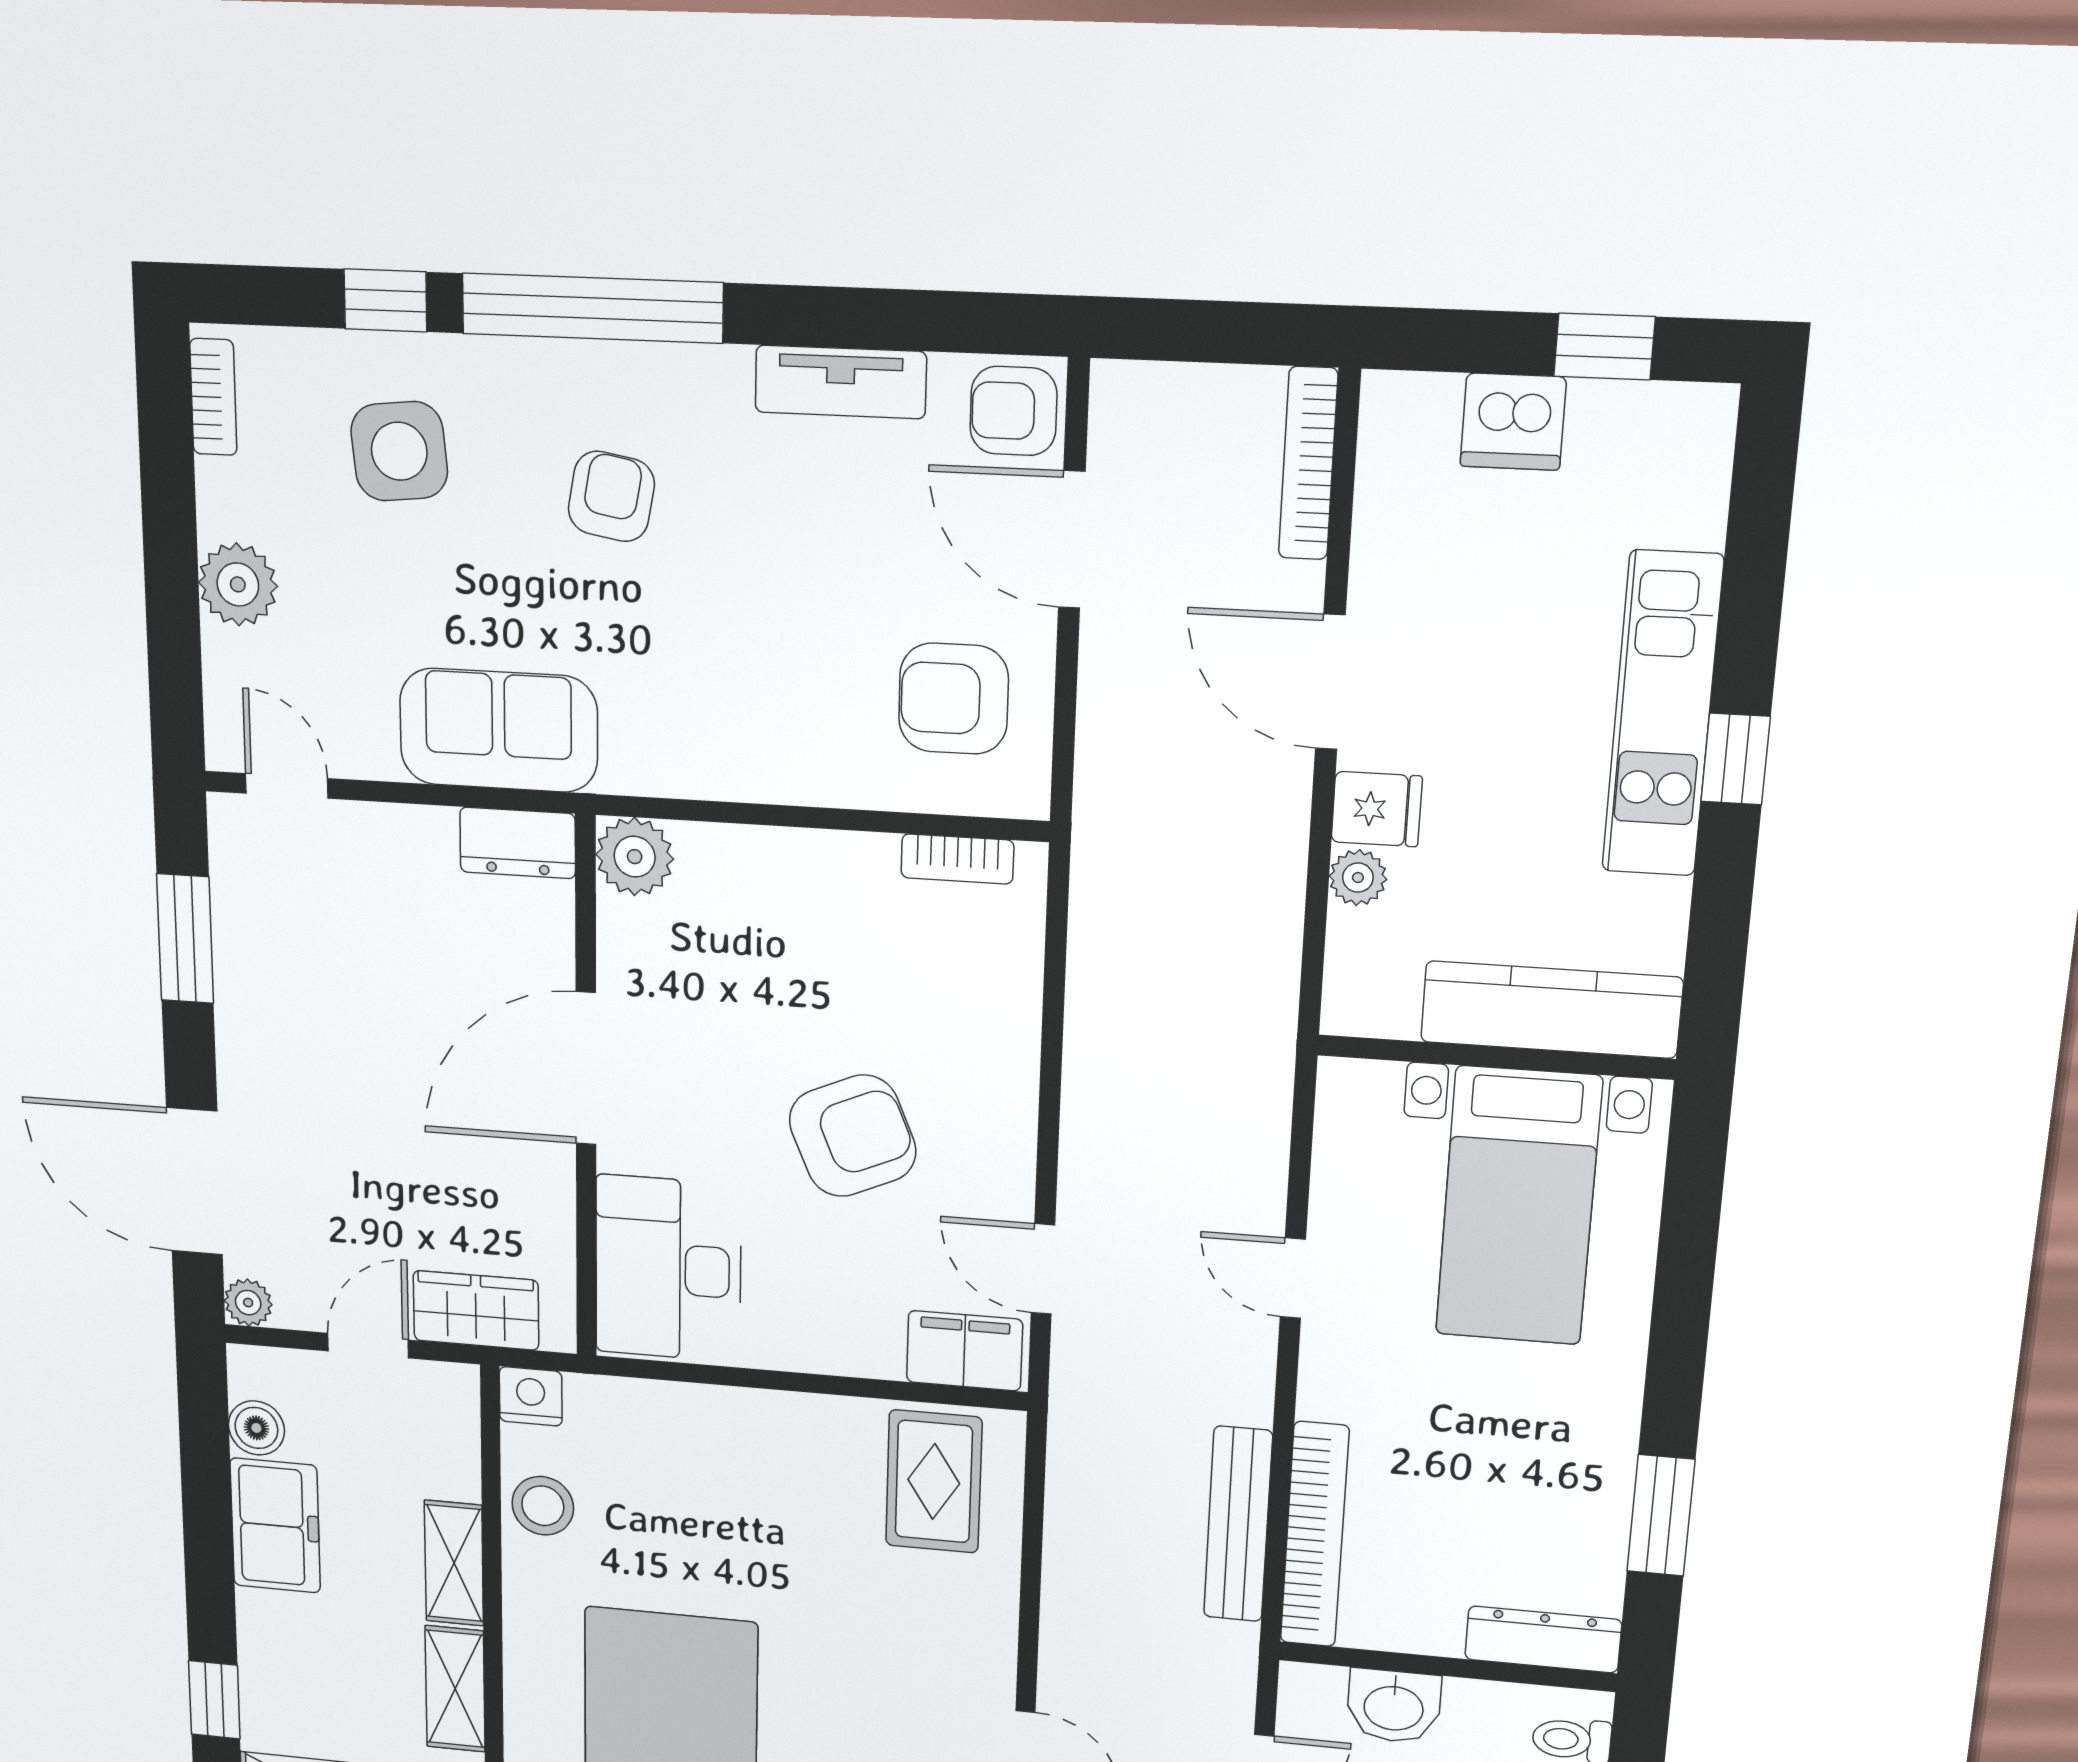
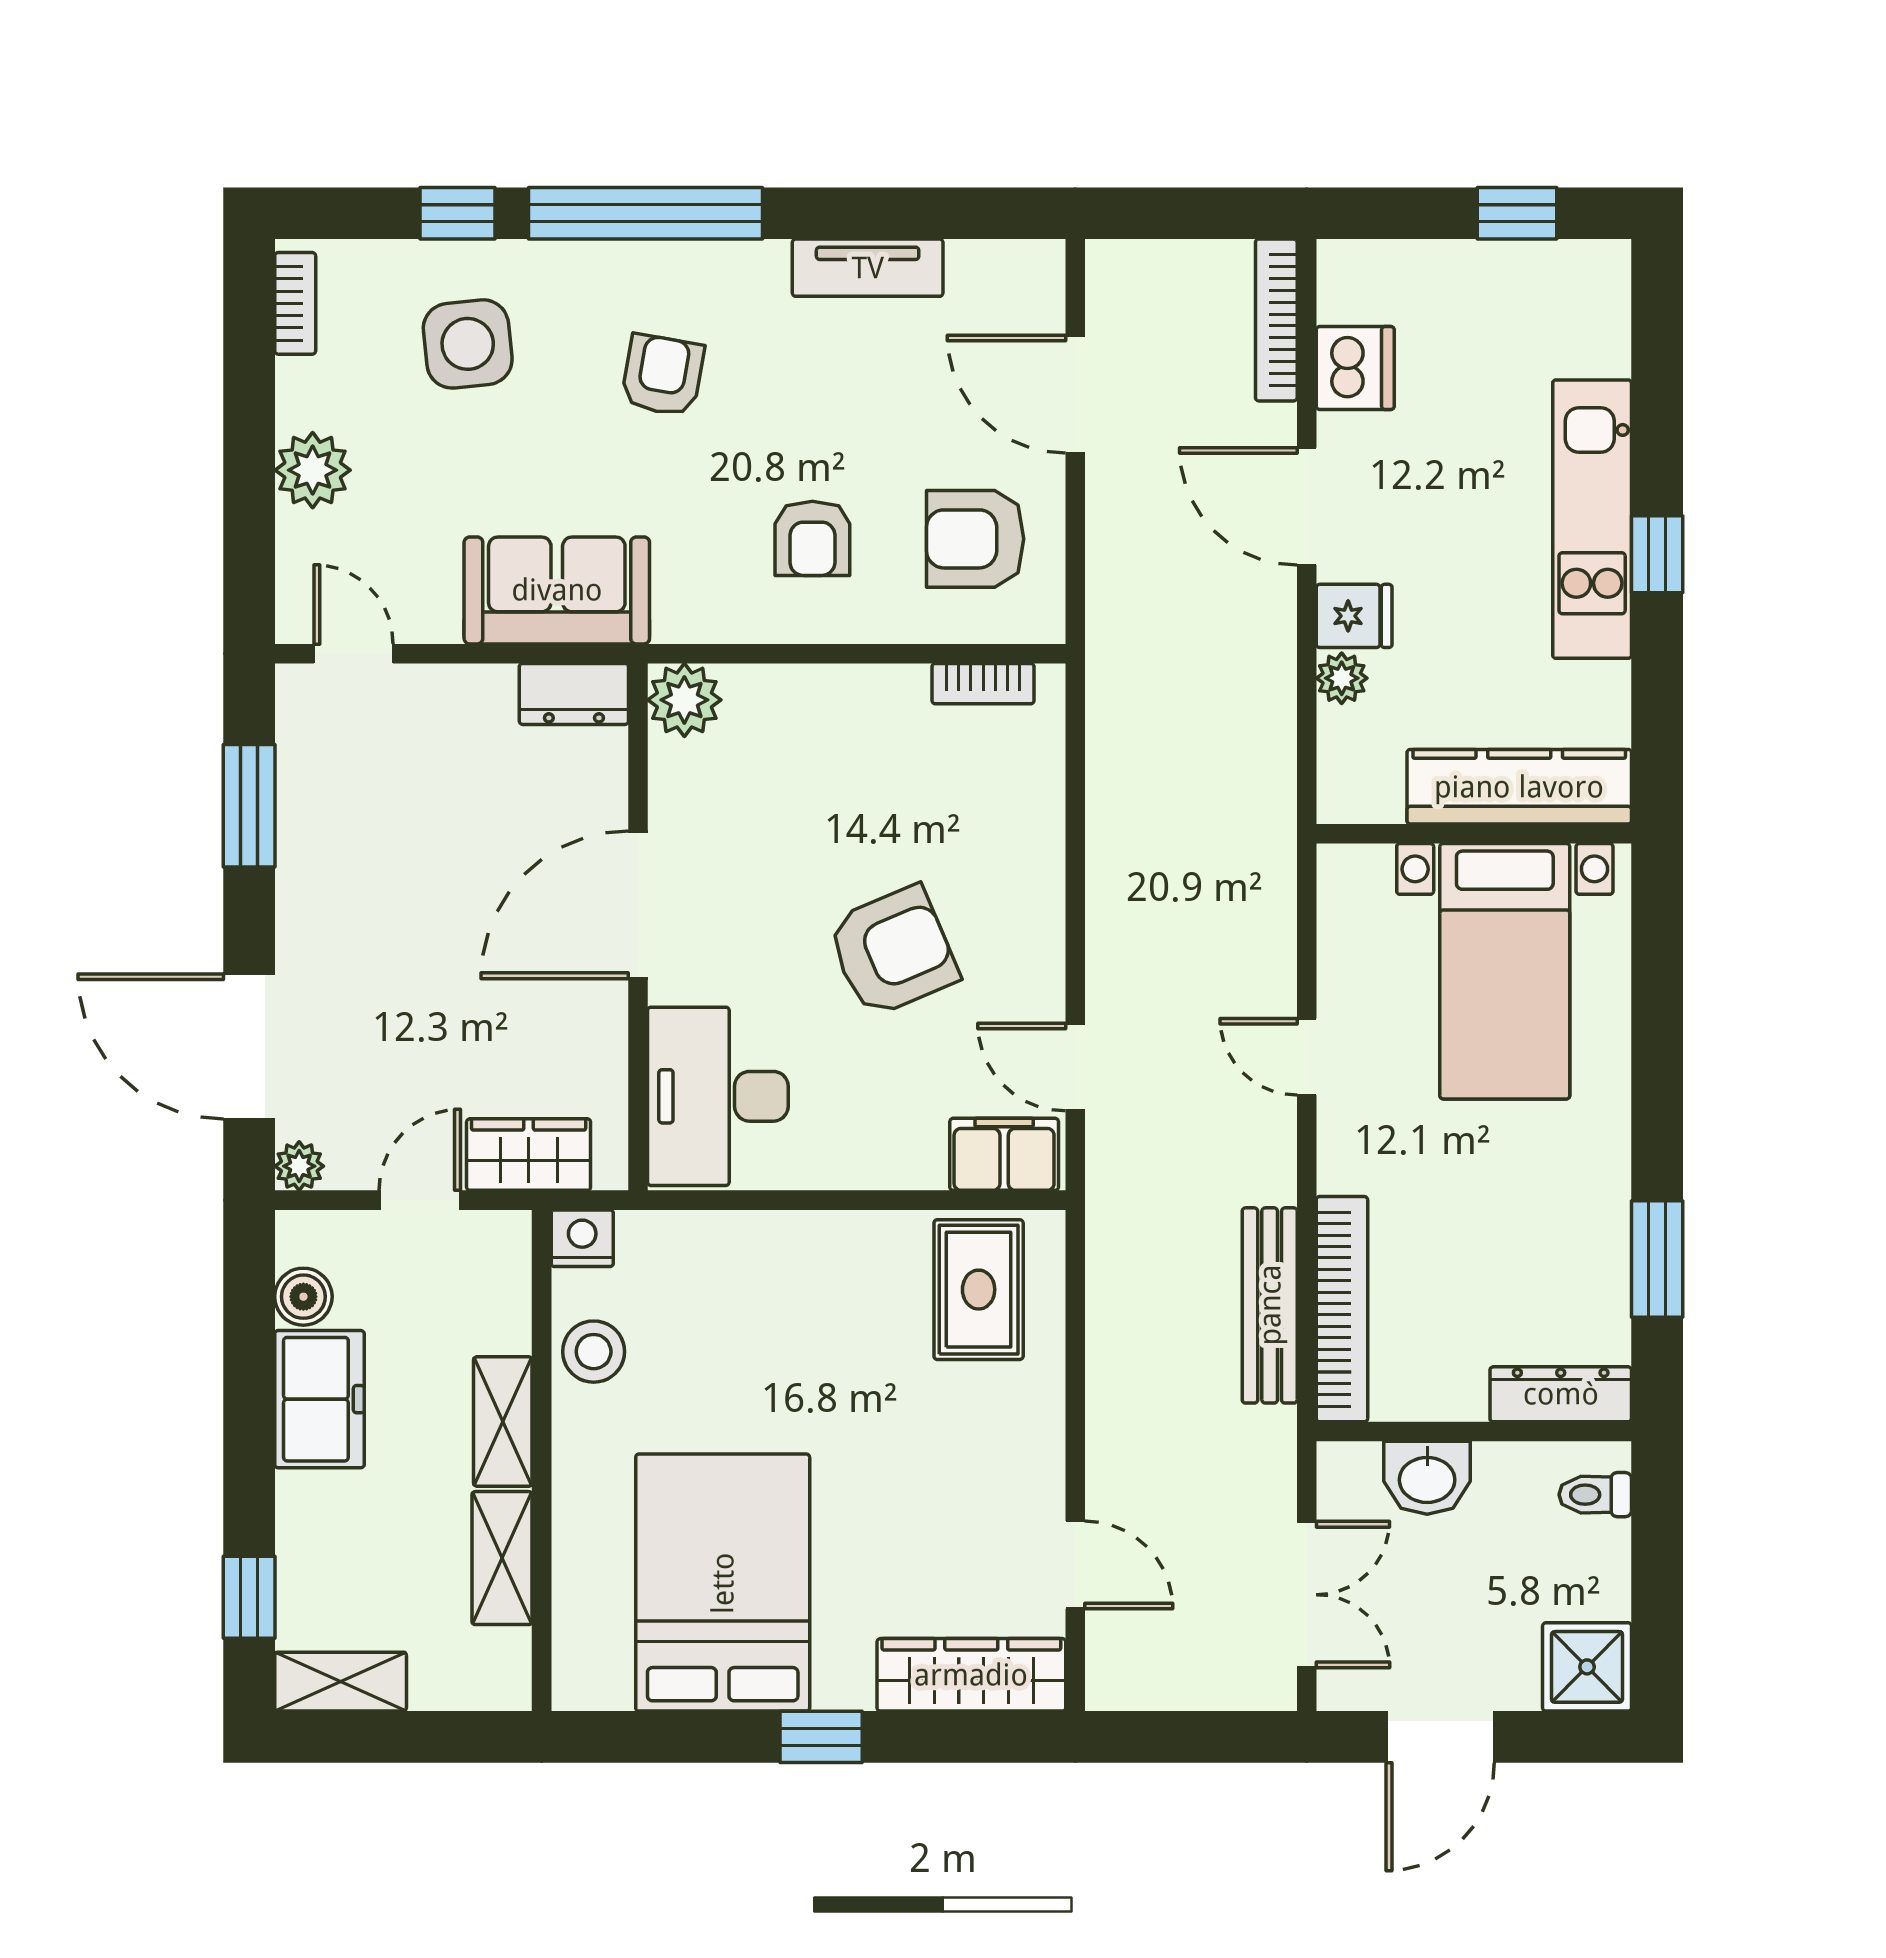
armchair: (1013, 411) -> (812, 538), moved, turned -90
dishwasher: (1513, 422) -> (1355, 368), moved, turned -90

